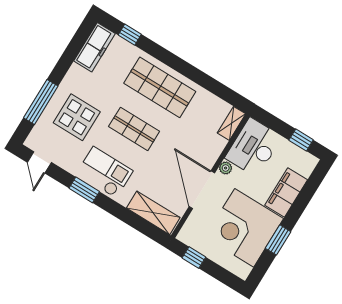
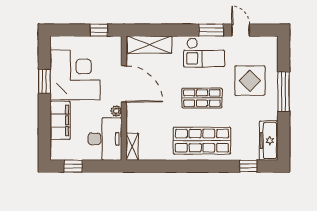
window: (41, 102) -> (284, 92), moved
door: (39, 162) -> (241, 30), moved

